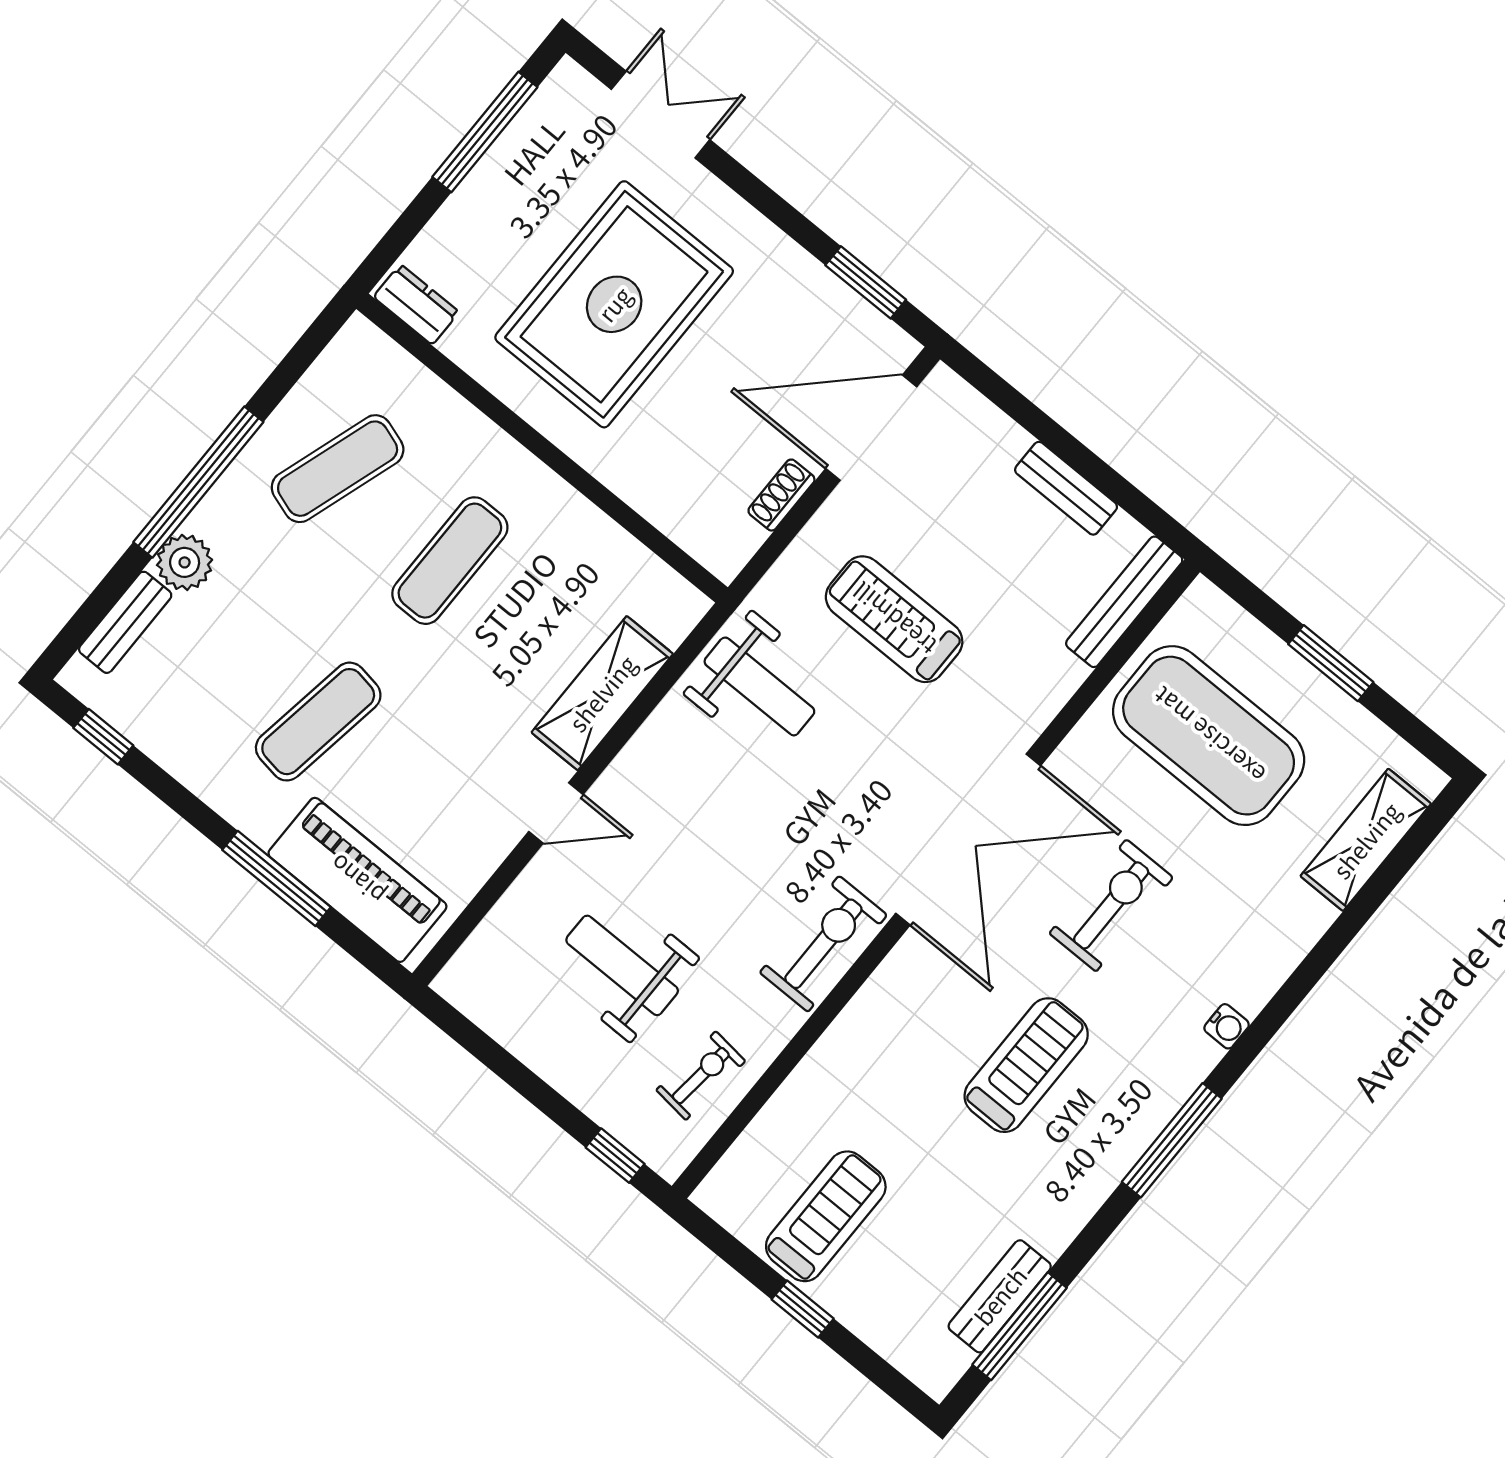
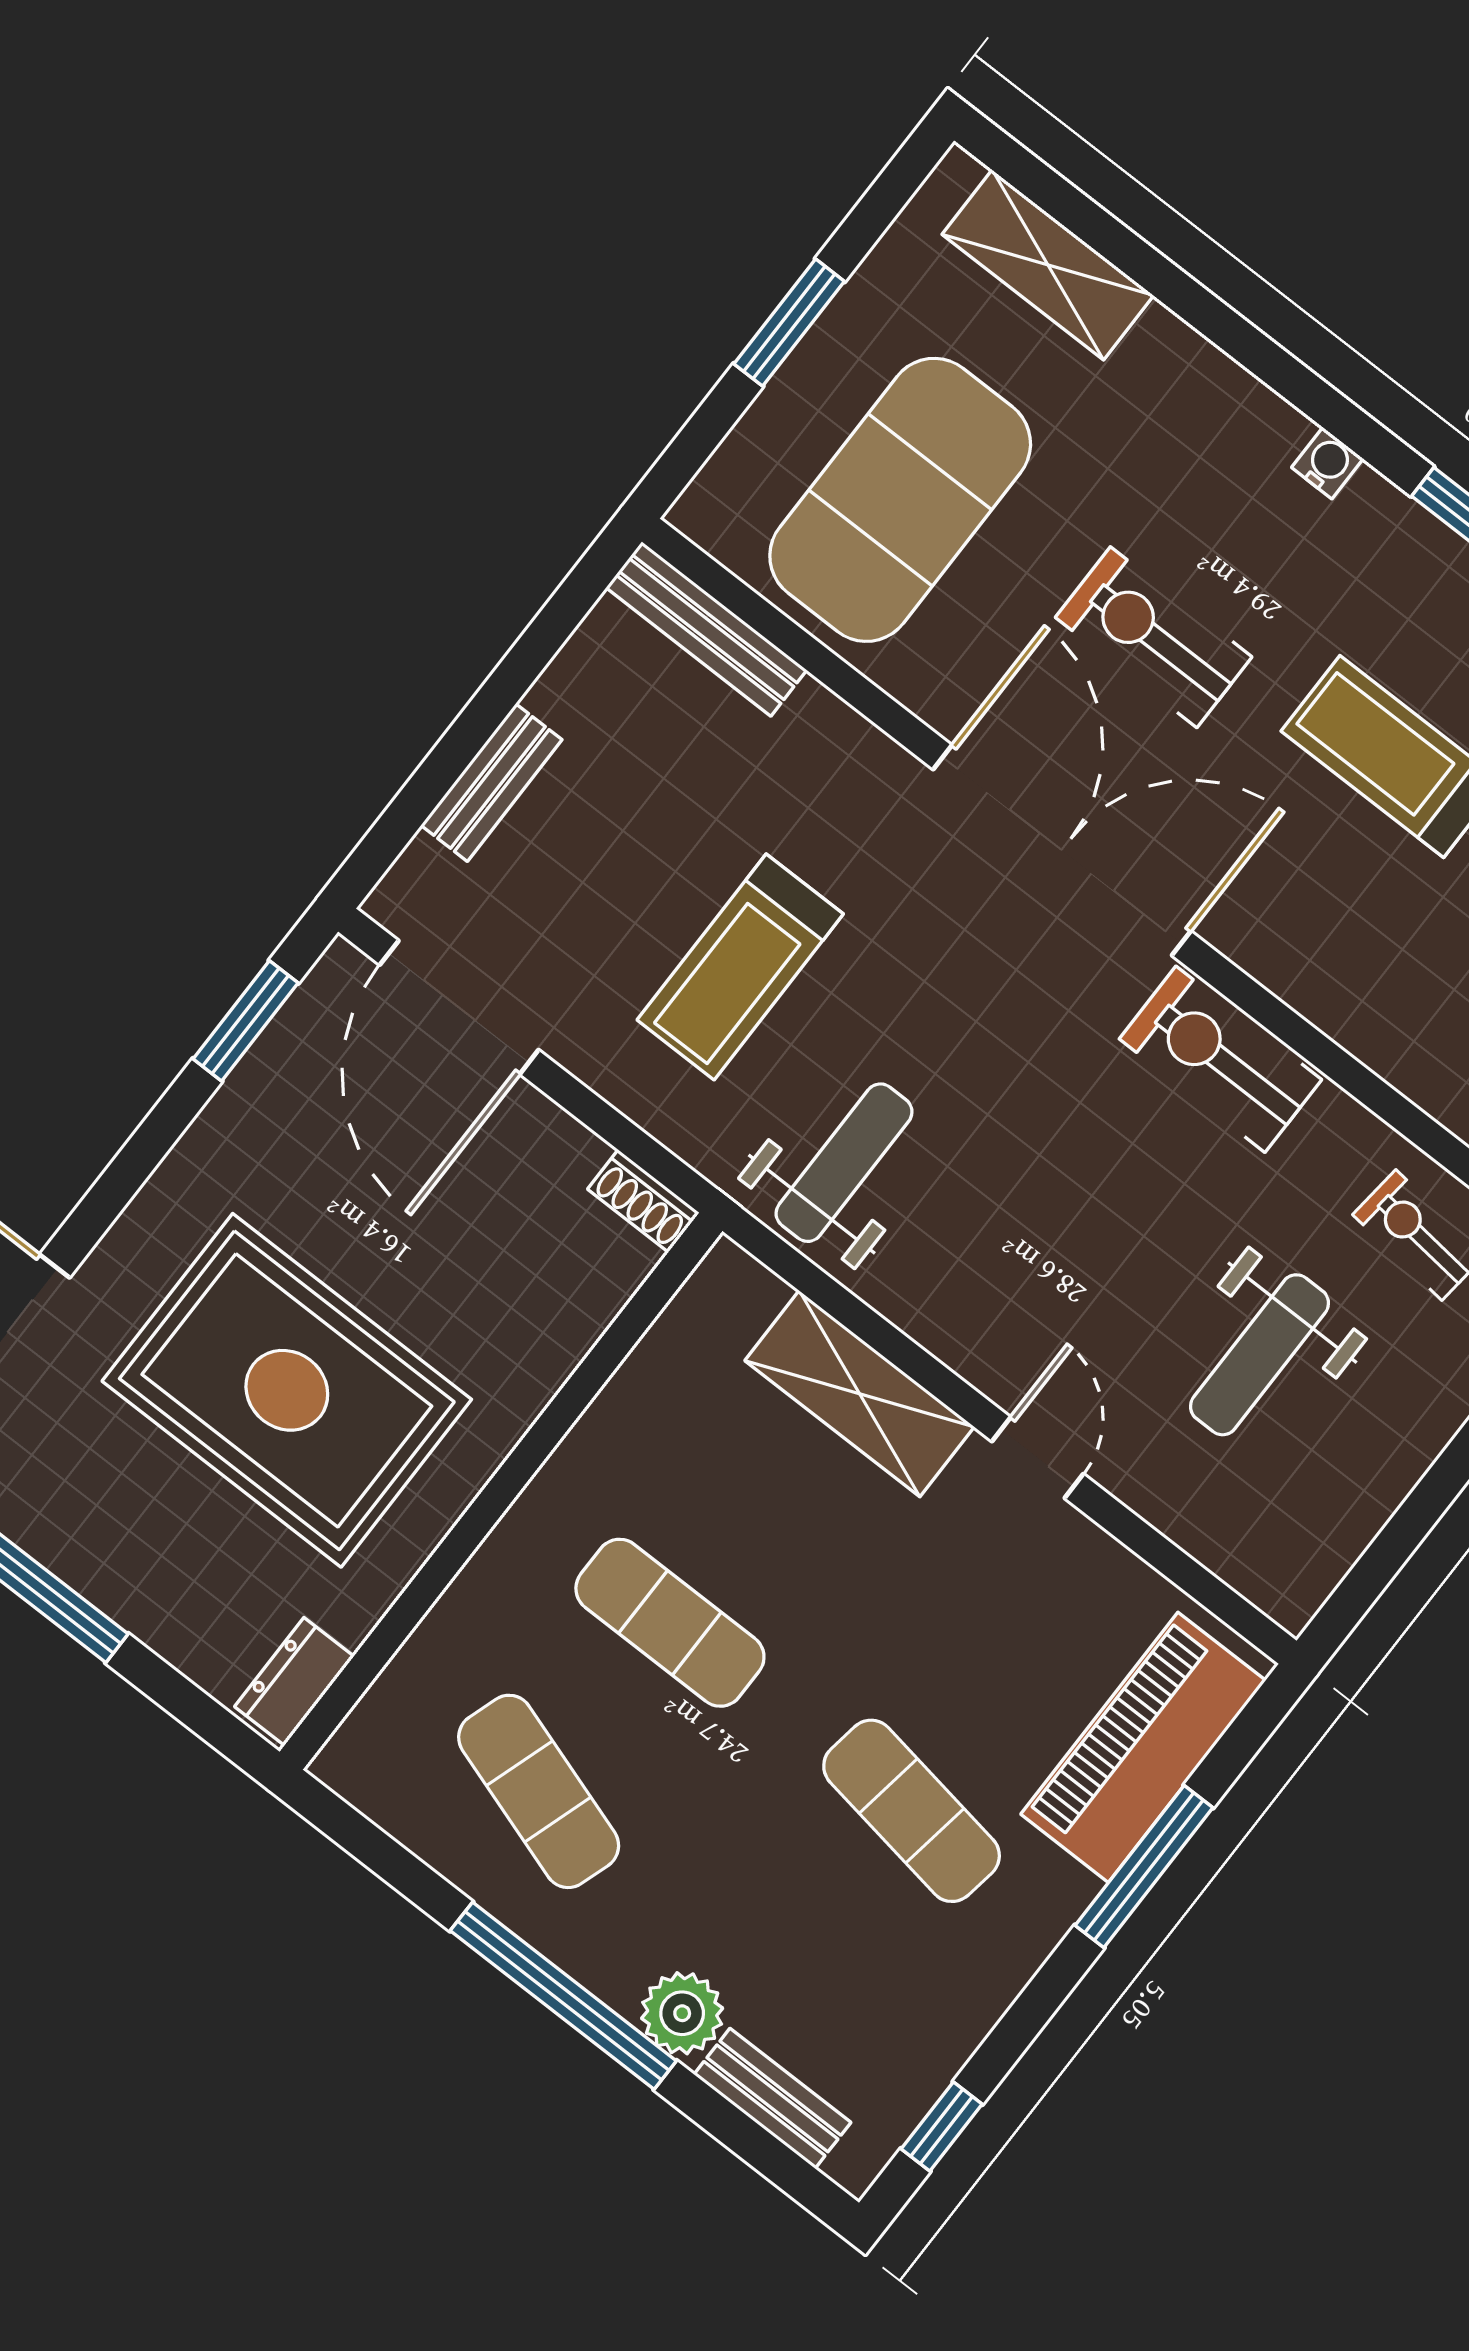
bench: (1066, 488) -> (491, 783), moved
shoe rack: (781, 495) -> (643, 1201), moved

